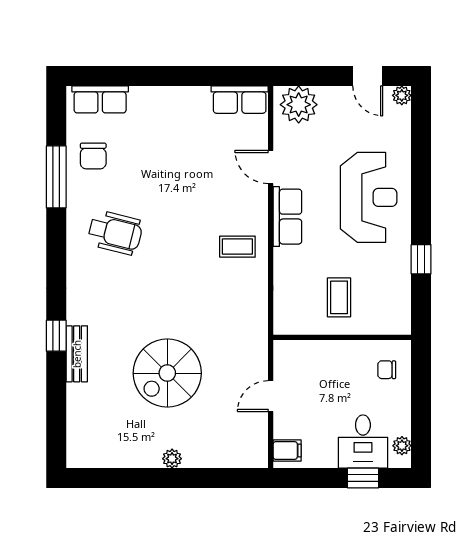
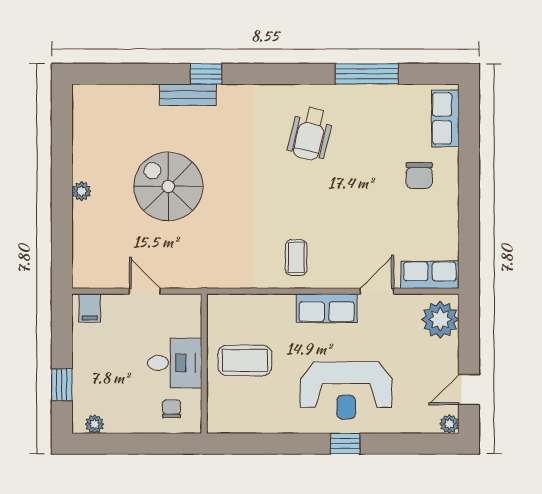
row of seats: (240, 100) -> (430, 275), moved, turned 90
chair: (93, 156) -> (419, 175), moved, turned -90
window: (421, 259) -> (345, 444), moved
coffee table: (339, 297) -> (245, 360), width x1.36, depth x1.30
desk: (363, 442) -> (175, 363), moved, turned 180

